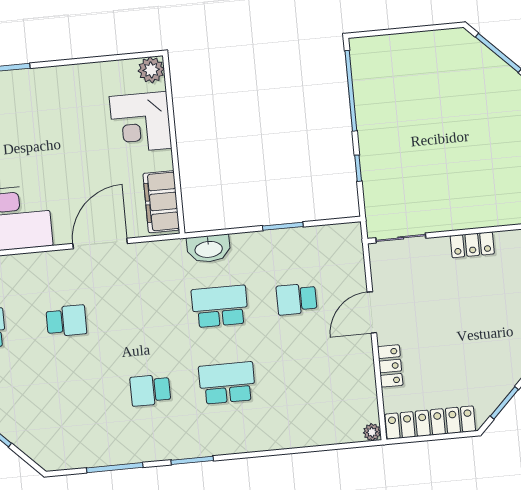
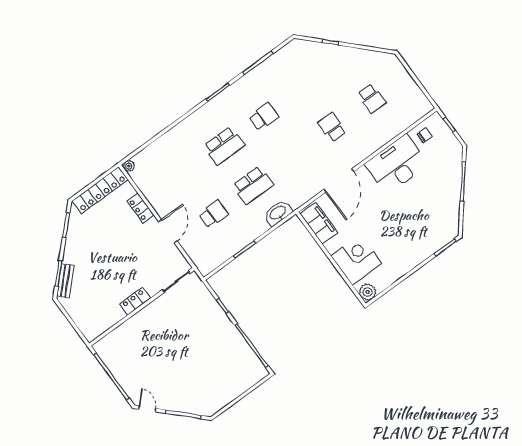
school desk: (66, 321) -> (332, 127), turned 90

